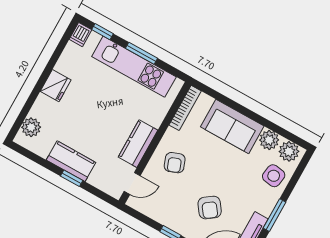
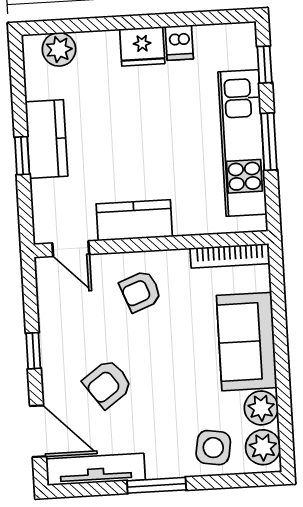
dishwasher: (81, 35) -> (179, 43), moved, turned -90

